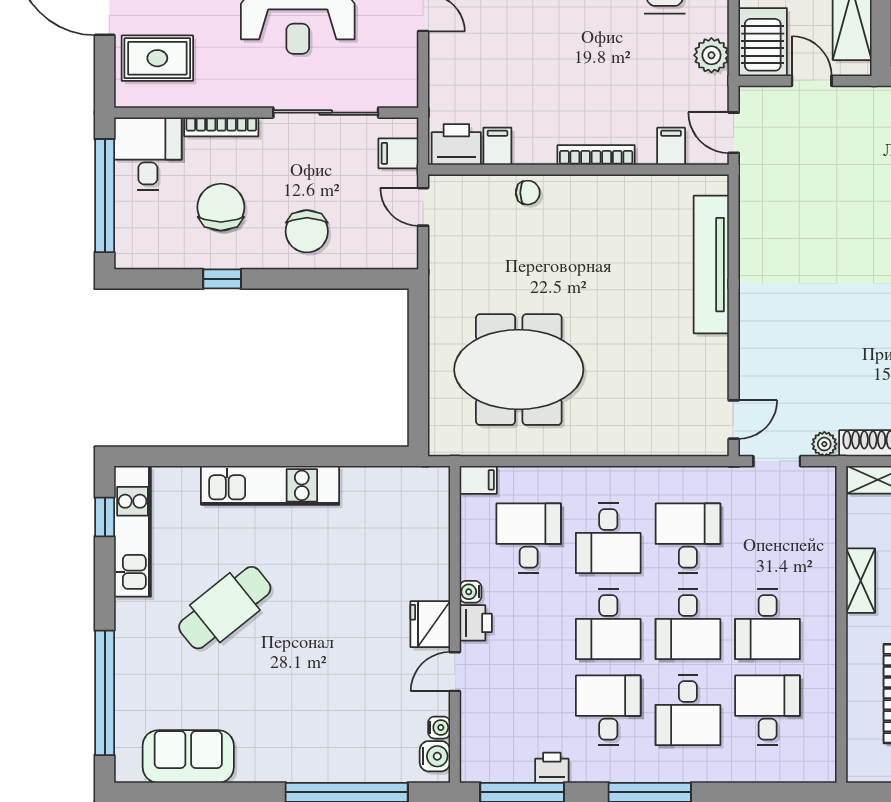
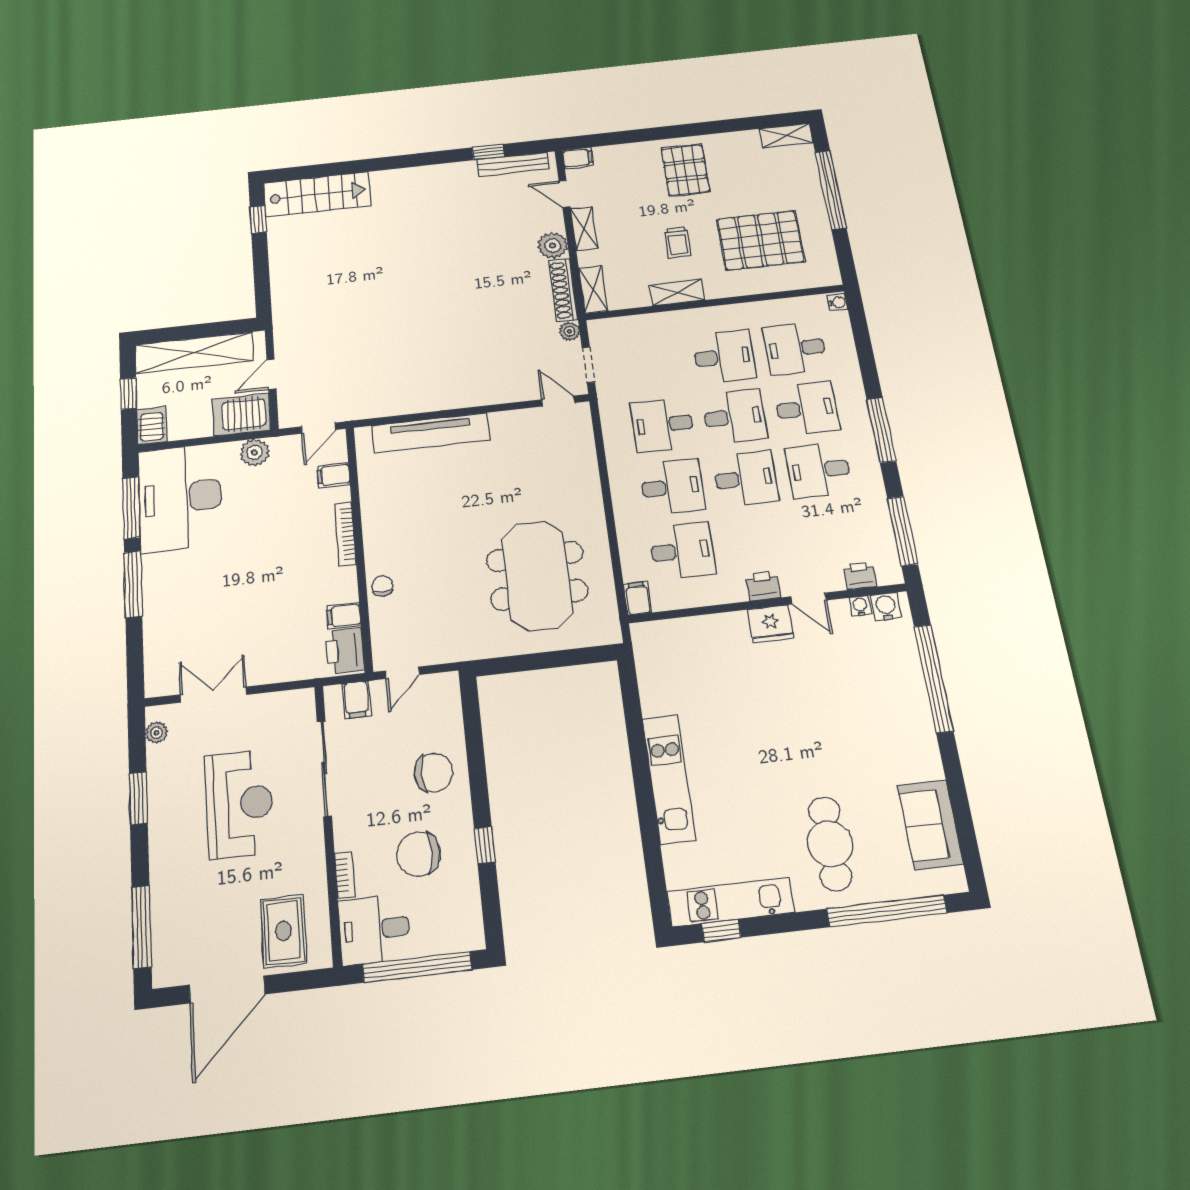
bookcase: (221, 127) -> (345, 875), width x0.64
desk: (529, 538) -> (682, 551), turned 180
water cooler: (470, 592) -> (837, 303), moved, turned -90
cafe table: (225, 608) -> (830, 844), moved, turned 39
printer: (552, 768) -> (860, 576), moved, turned 90

